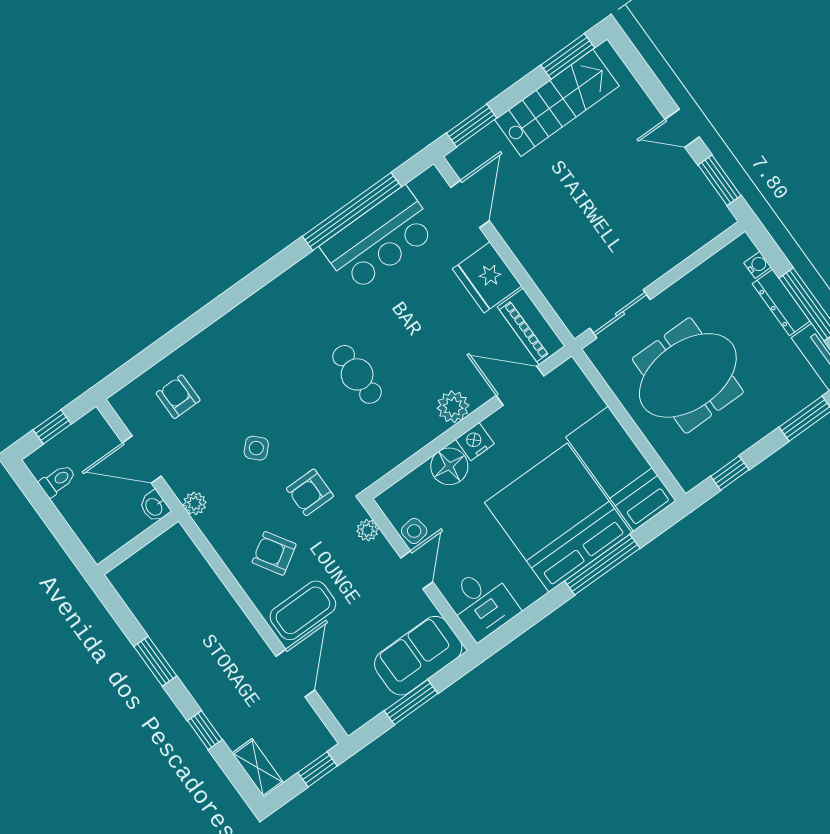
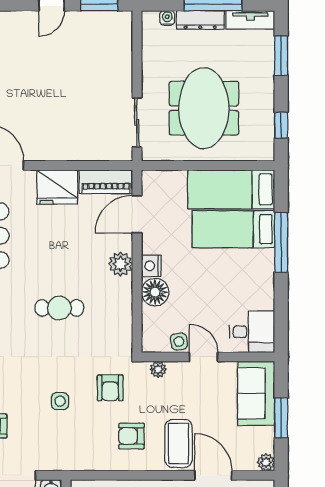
side table: (256, 448) -> (60, 401), turned 45
plant: (195, 503) -> (266, 462), moved
bed: (558, 518) -> (233, 229), width x0.49
armchair: (274, 553) -> (131, 436), turned 32

